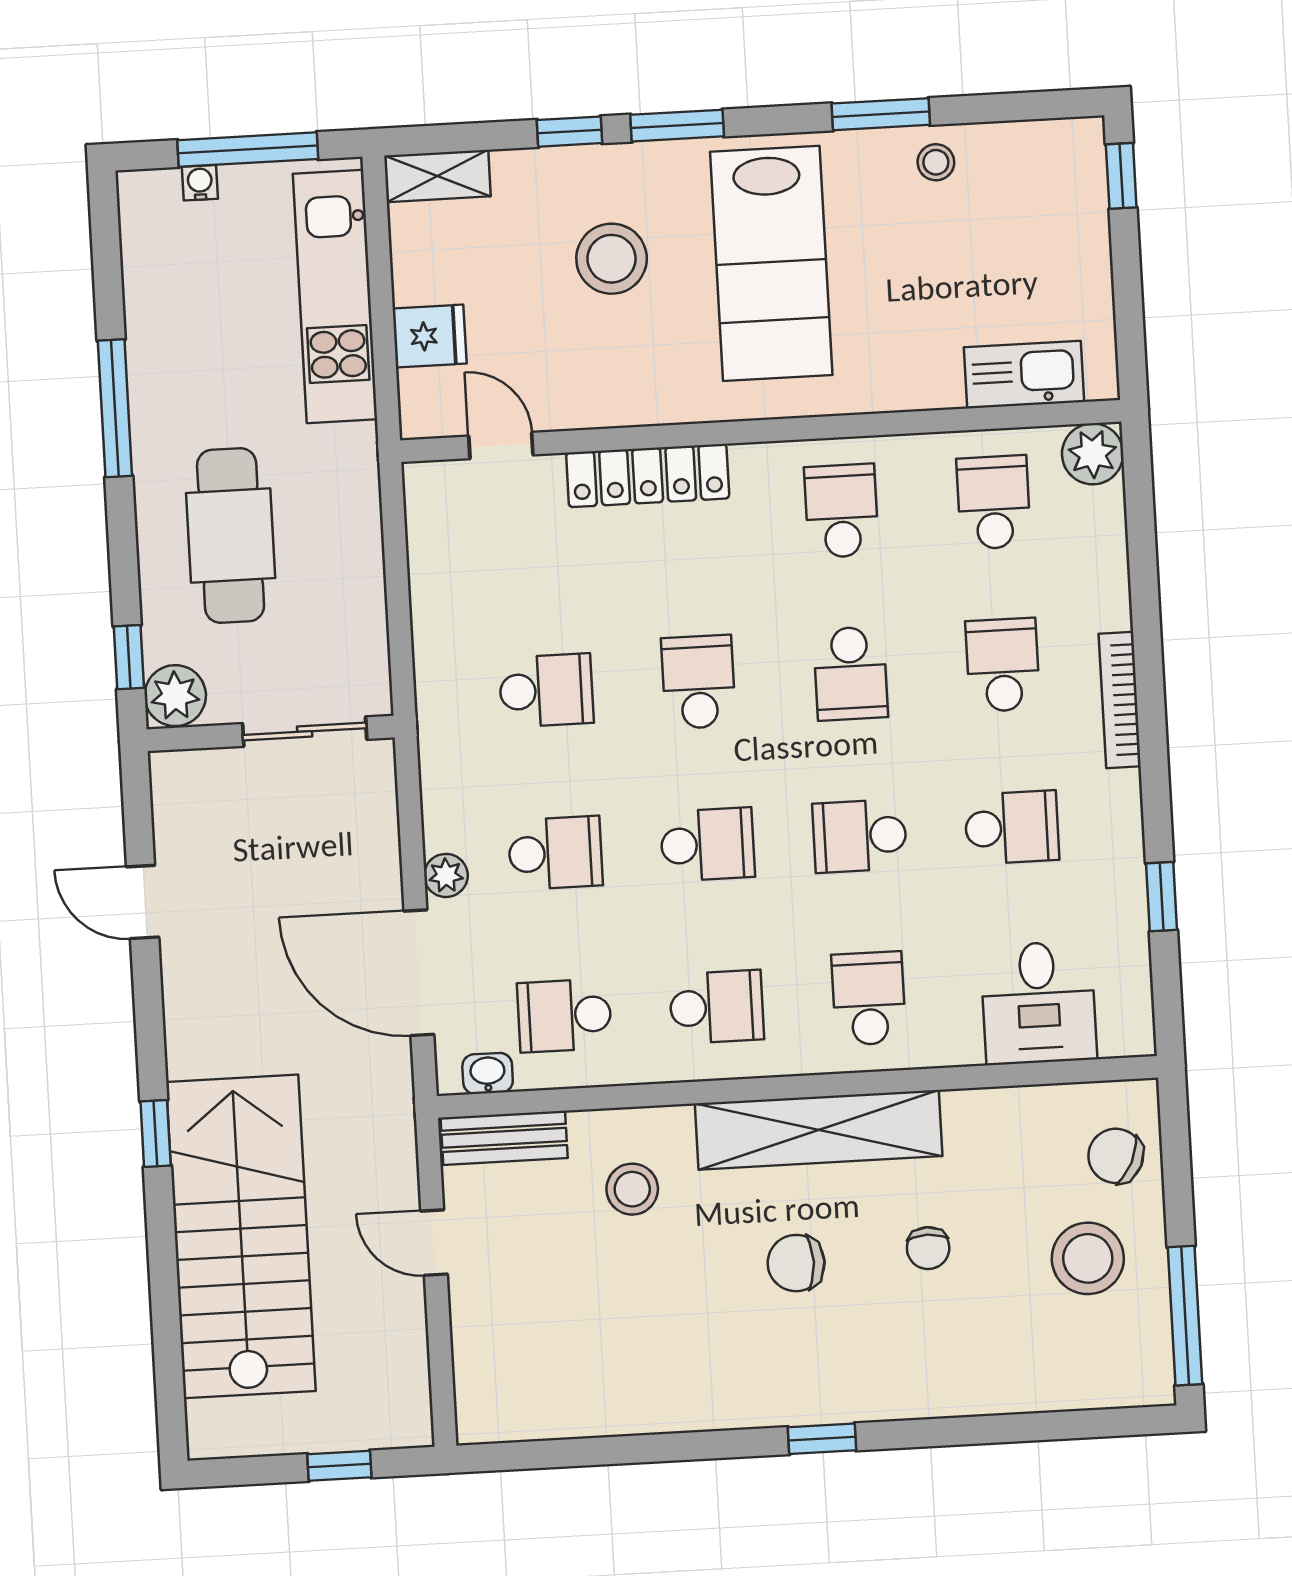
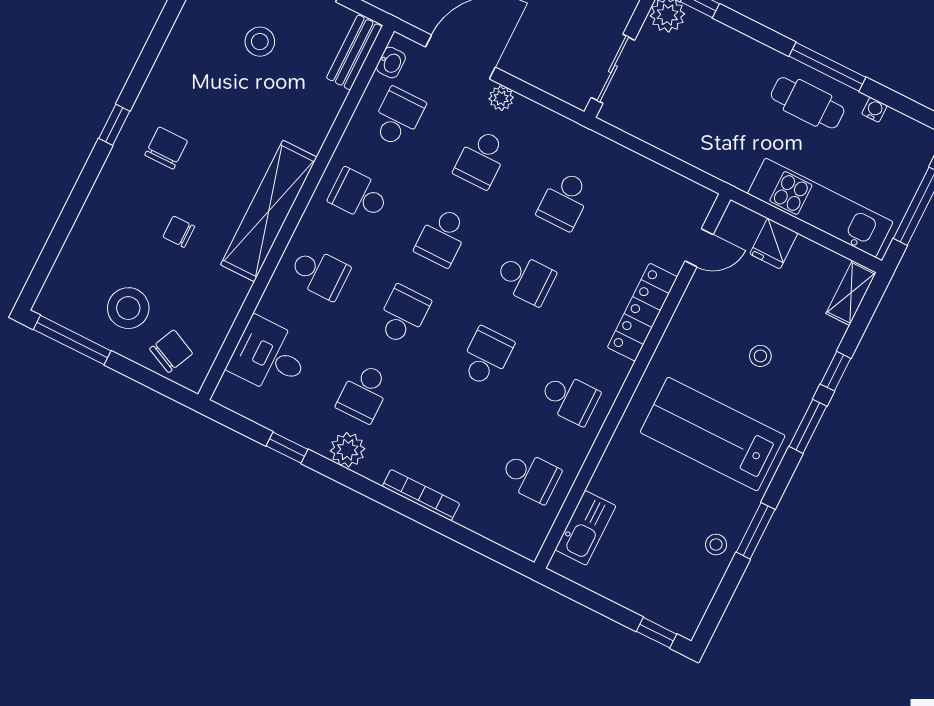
water cooler: (200, 183) -> (874, 110), moved, turned -90
stool: (612, 259) -> (760, 356), width x0.53, depth x0.53
plant: (1093, 454) -> (348, 450), moved
cafe table: (231, 536) -> (808, 103), moved, width x0.73, depth x0.74
school desk: (1003, 665) -> (447, 435), removed
school desk: (851, 673) -> (486, 357), turned 90
bookcase: (1120, 700) -> (421, 495), moved
school desk: (717, 1007) -> (359, 195), turned 90
stool: (632, 1189) -> (260, 42), moved
chair: (796, 1263) -> (166, 148), moved

